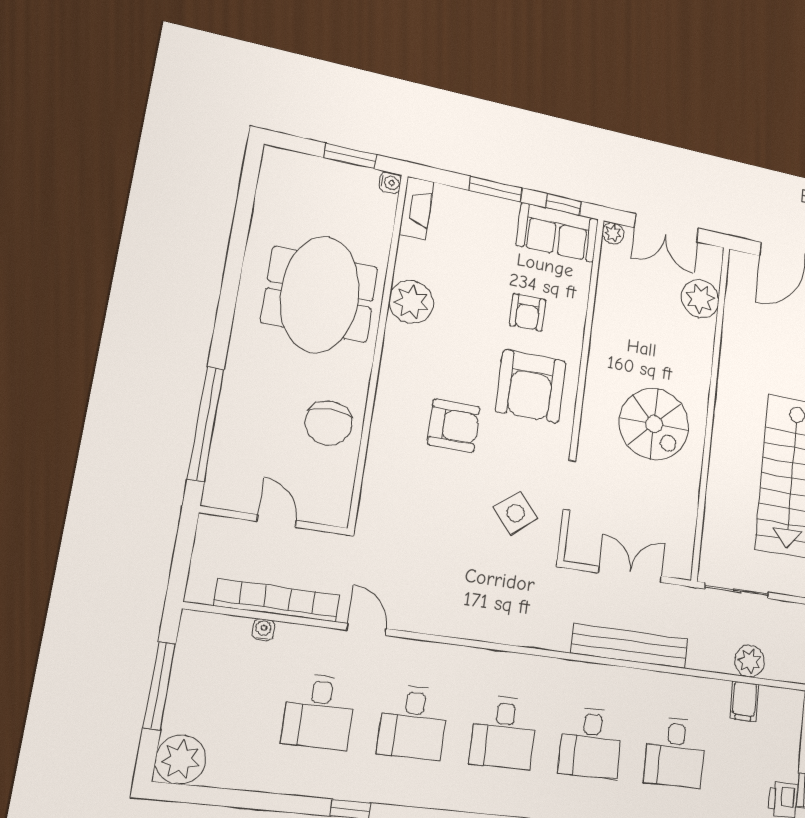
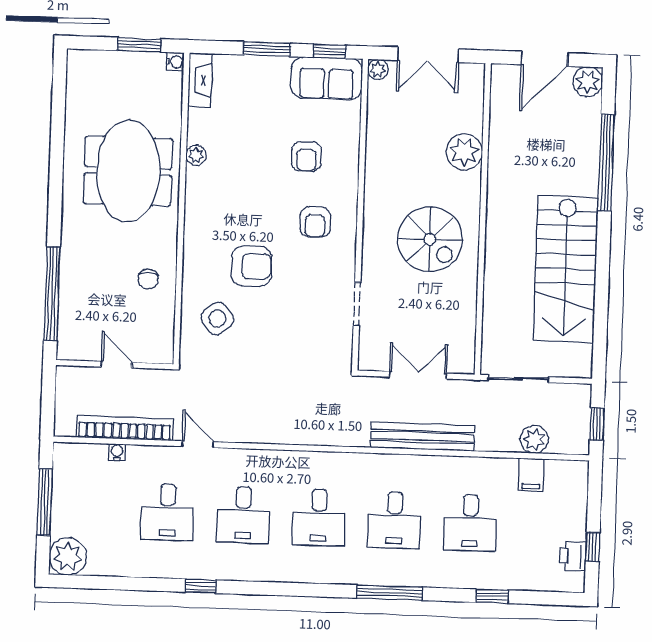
plant: (700, 299) -> (464, 152), moved
plant: (411, 302) -> (196, 155), width x0.53, depth x0.53
armchair: (531, 386) -> (315, 222), width x0.53, depth x0.53
chair: (329, 423) -> (148, 279), width x0.54, depth x0.54
side table: (516, 513) -> (217, 319), moved

